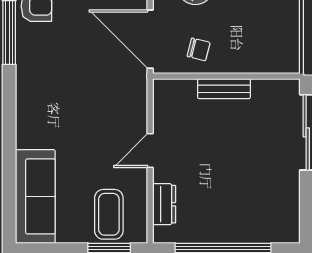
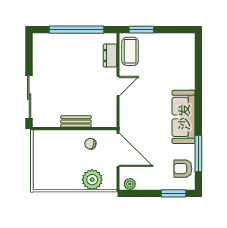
sofa: (35, 196) -> (184, 117), moved
coffee table: (109, 214) -> (130, 51), moved

